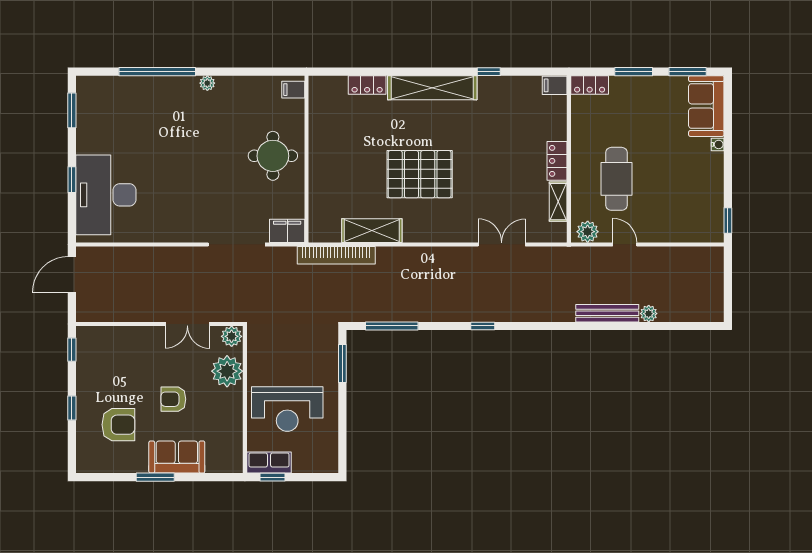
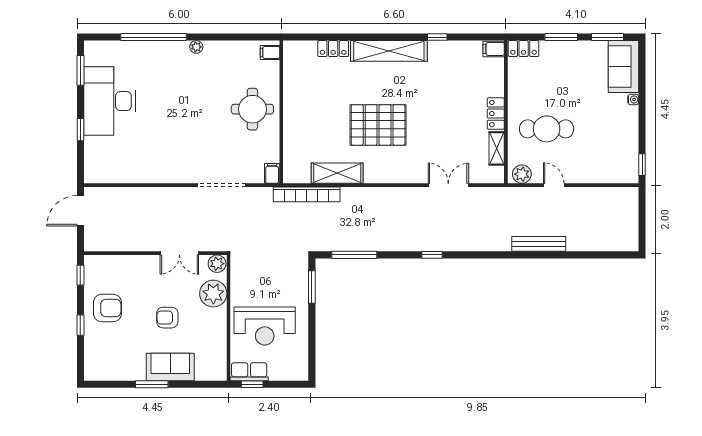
cafe table: (616, 179) -> (547, 129), turned 90
desk: (106, 195) -> (110, 101), moved
filing cabinet: (287, 231) -> (272, 173), width x0.50
plant: (649, 314) -> (574, 244), removed
armchair: (118, 425) -> (107, 308), moved

